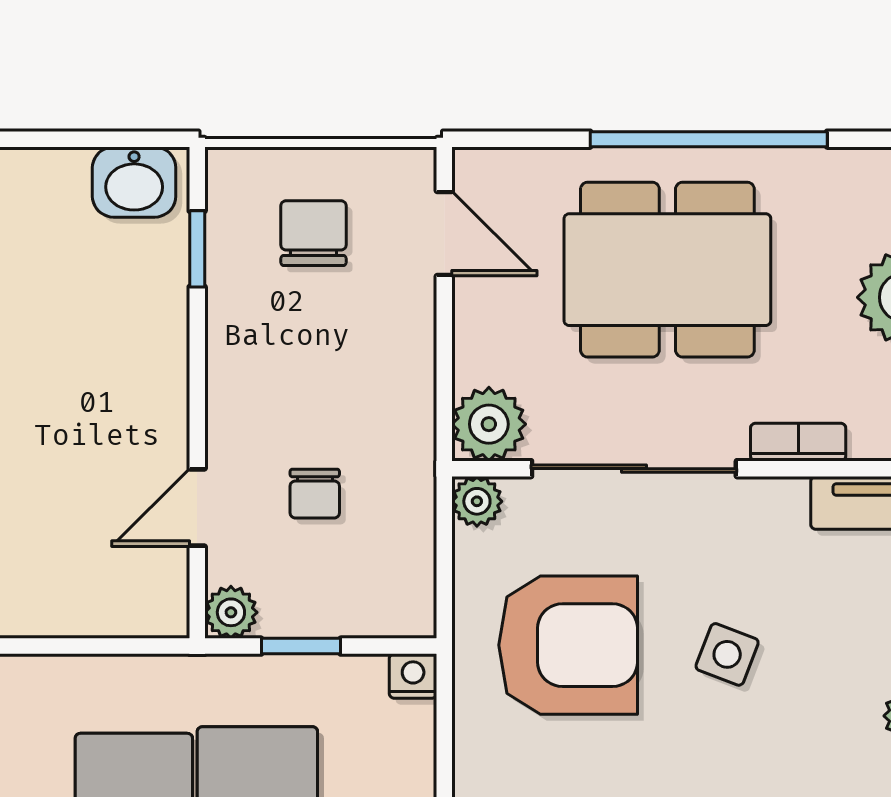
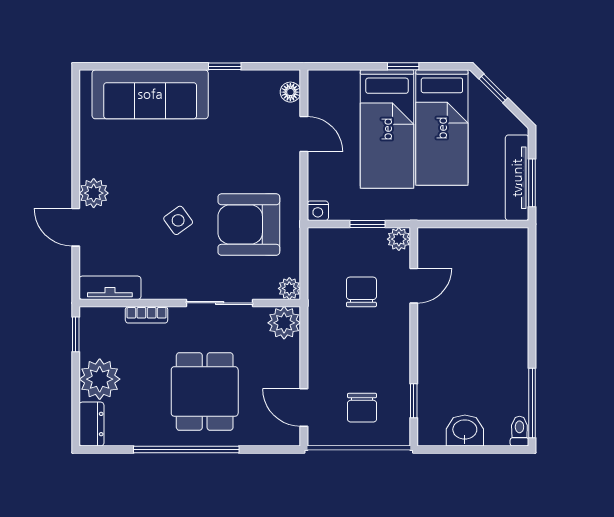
washbasin: (134, 182) -> (465, 430), moved
dining table: (667, 270) -> (205, 391), width x0.73
sliding door: (634, 469) -> (220, 303), width x0.73
chair: (315, 494) -> (361, 292), width x1.37, depth x1.37
side table: (727, 654) -> (178, 220), turned 33

